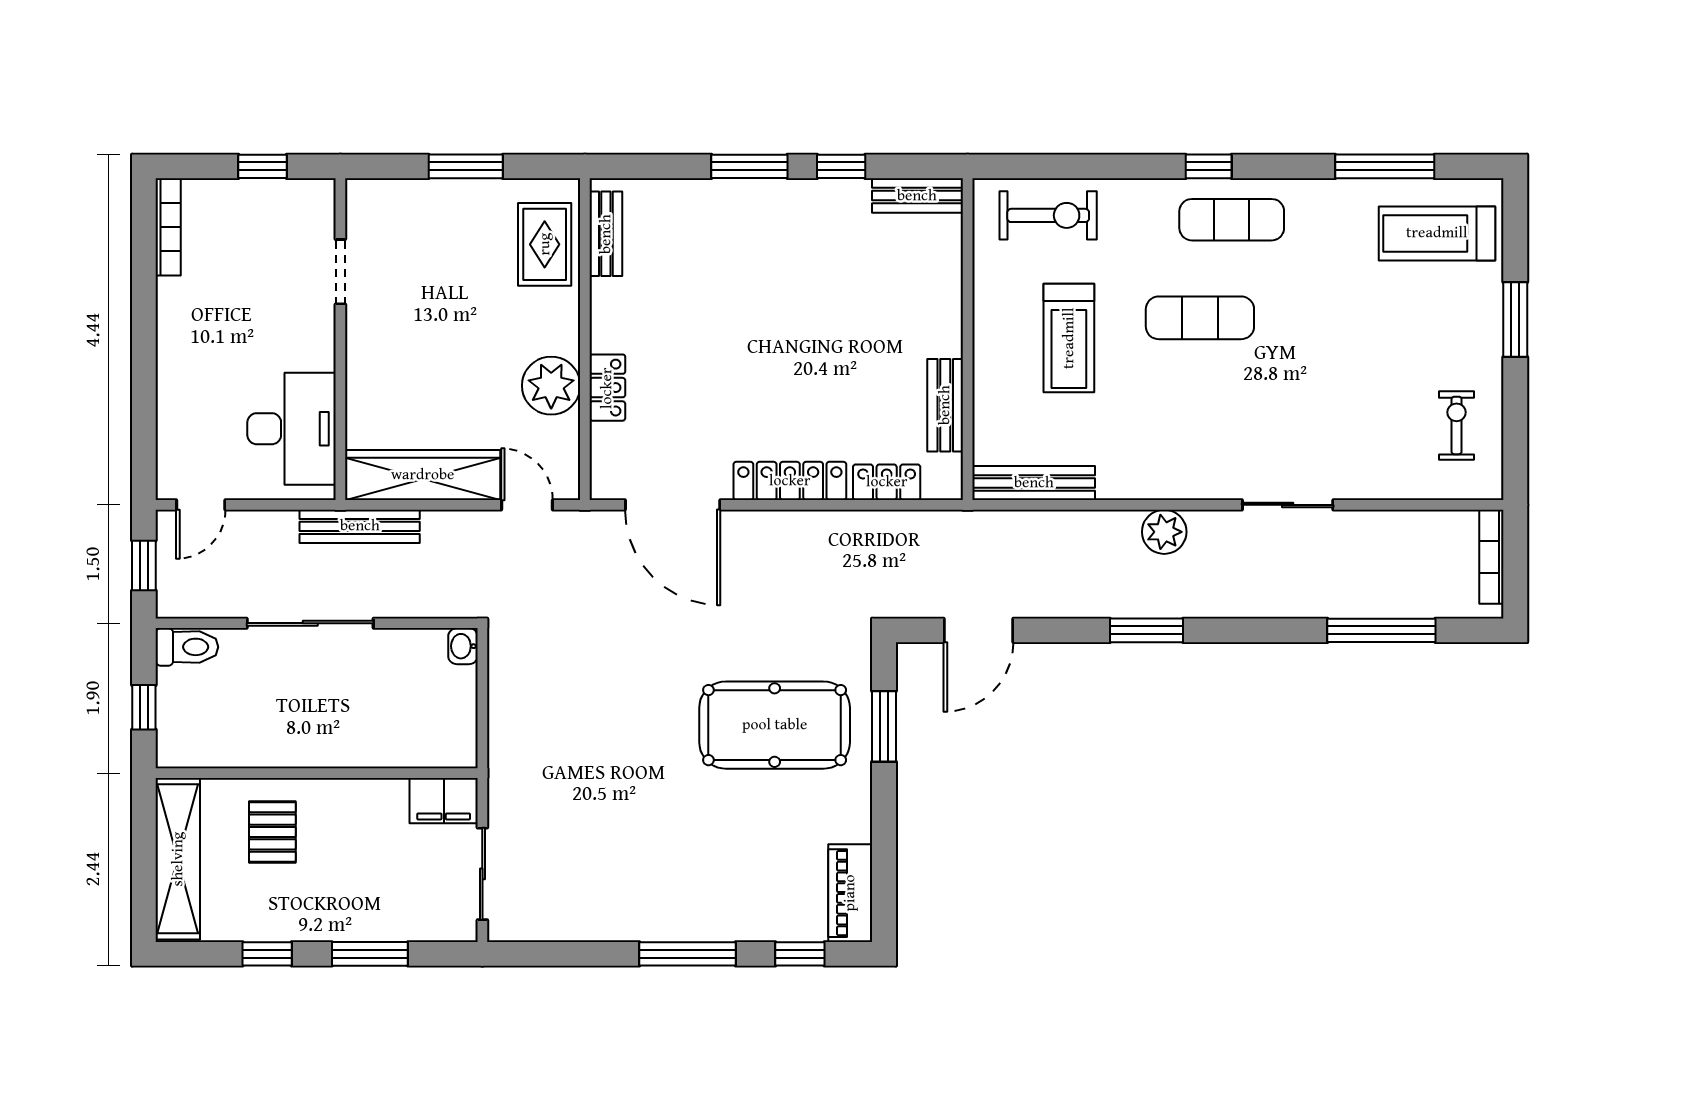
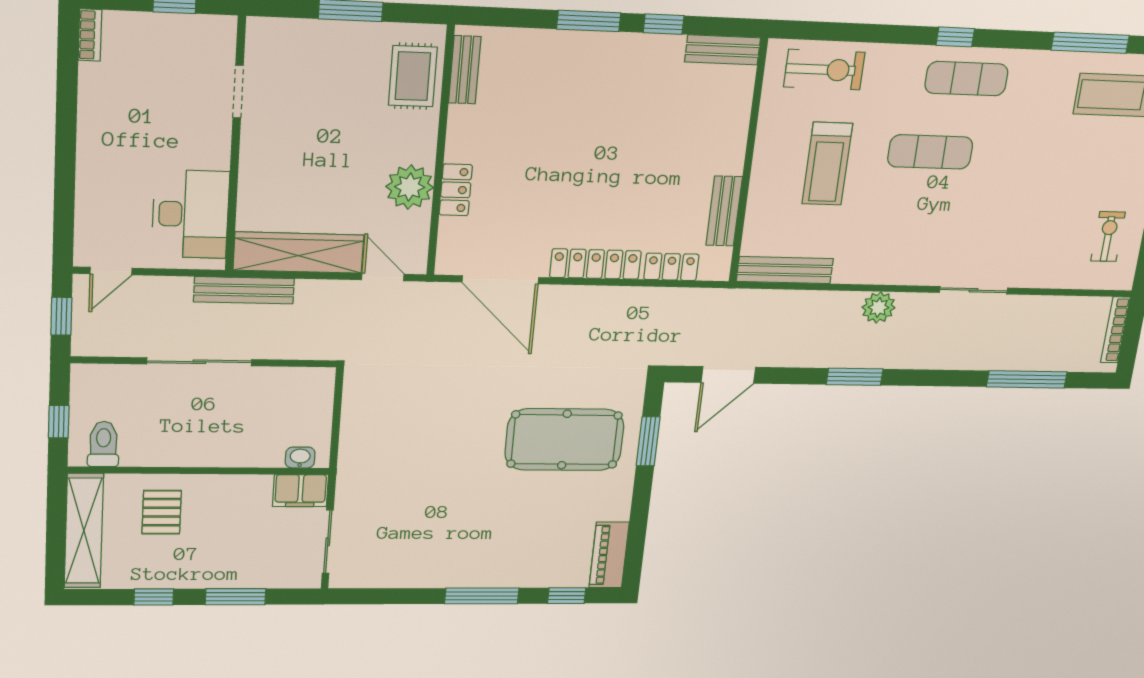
bookcase: (168, 227) -> (90, 35), width x0.64
washbasin: (463, 646) -> (300, 458), moved, turned 90
toilet: (187, 647) -> (103, 444), moved, turned -90

